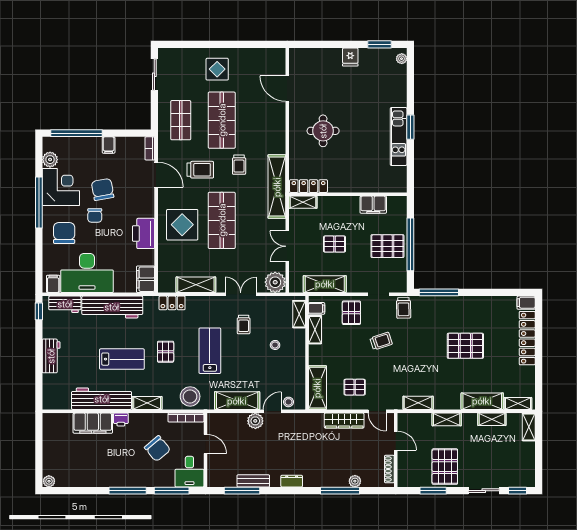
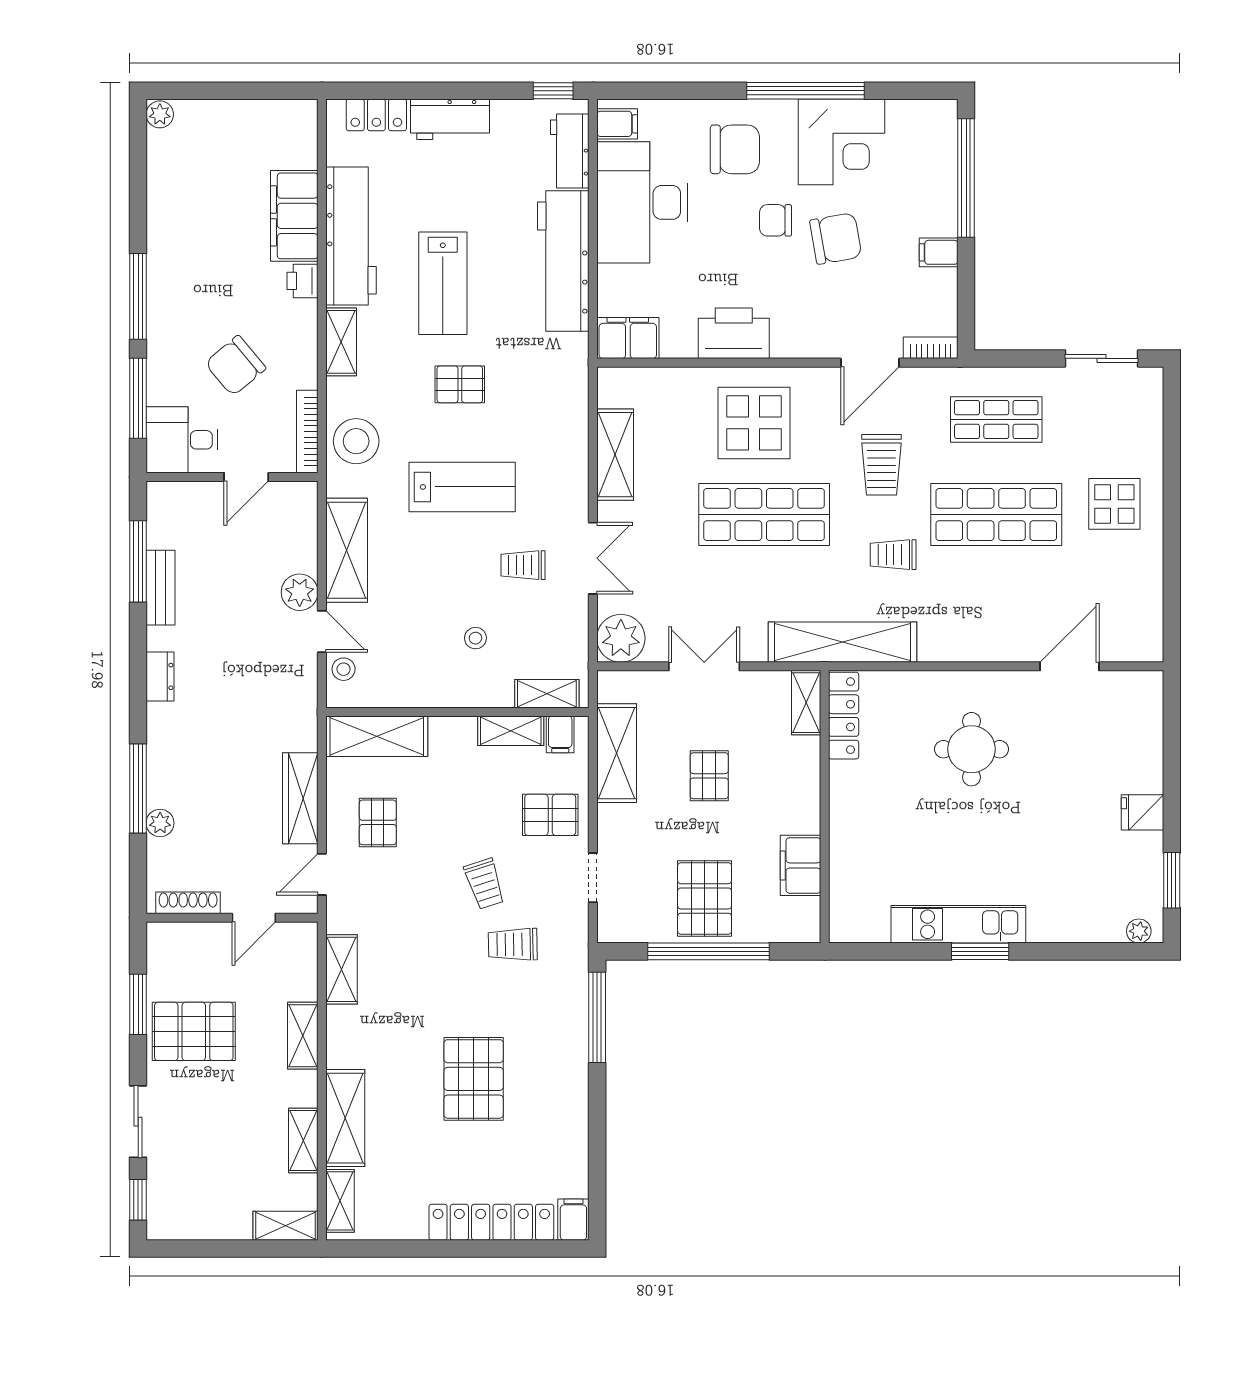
plant: (50, 160) -> (905, 117), removed
locker: (172, 303) -> (376, 115), moved, turned -90
trolley: (404, 308) -> (513, 944), moved

